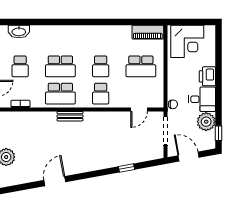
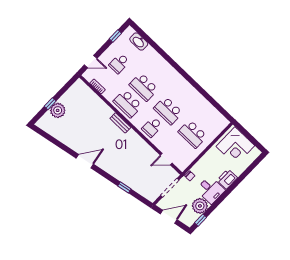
piano: (148, 32) -> (217, 117), removed
school desk: (101, 66) -> (168, 111), width x1.85
door: (189, 157) -> (169, 217), hinge flipped
door: (55, 181) -> (85, 161), moved

